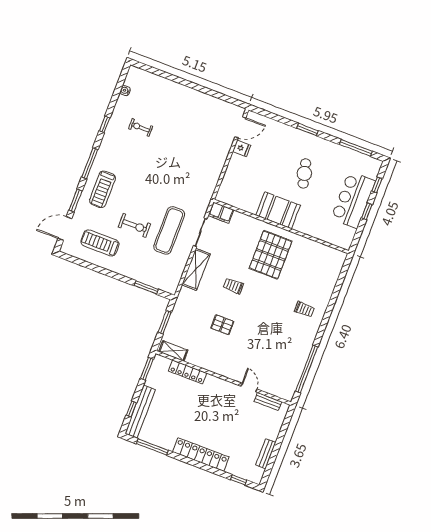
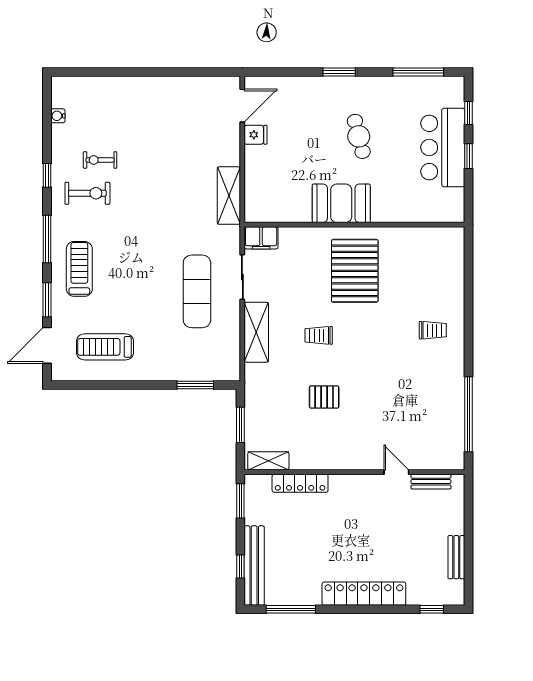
shelving: (211, 179) -> (229, 196), added
treadmill: (102, 189) -> (79, 269), turned 180
exercise bike: (134, 226) -> (87, 193), moved

